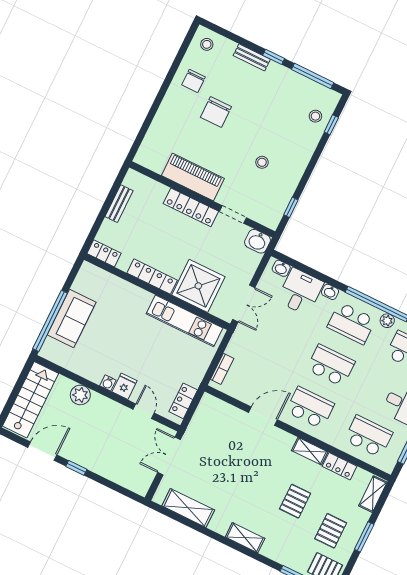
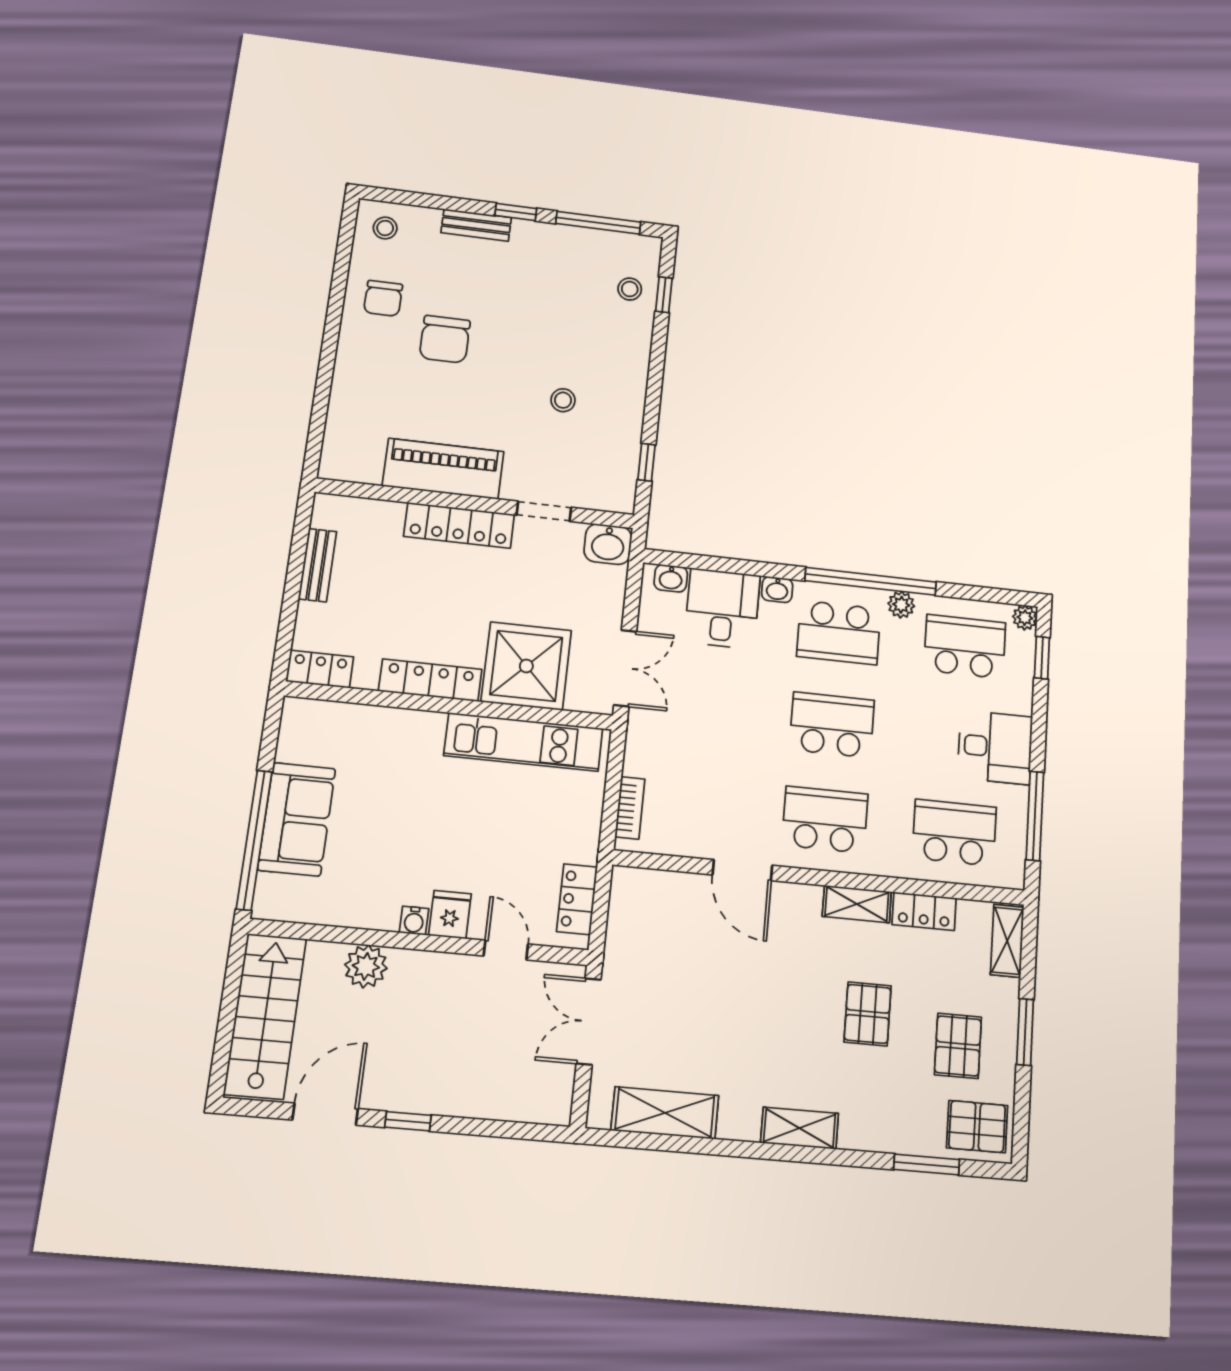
door: (263, 416) -> (742, 870), swing flipped

